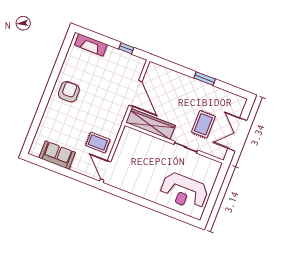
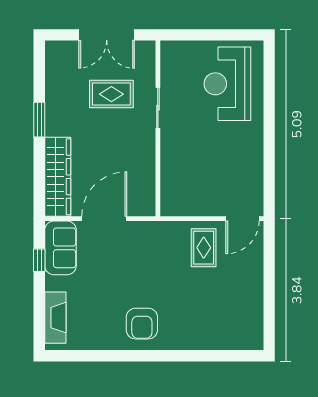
armchair: (69, 92) -> (142, 324), turned -88
wardrobe: (150, 124) -> (58, 177), moved, turned 180
sofa: (57, 155) -> (60, 248), moved, turned 180
reception desk: (184, 191) -> (227, 84), turned 180

